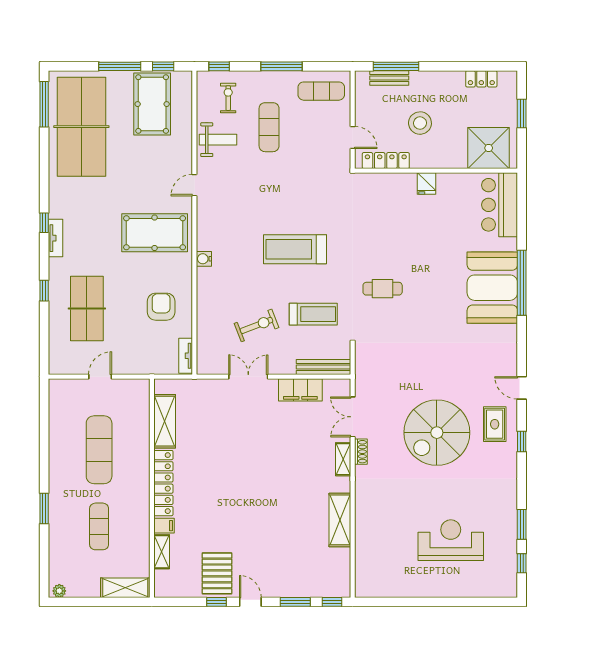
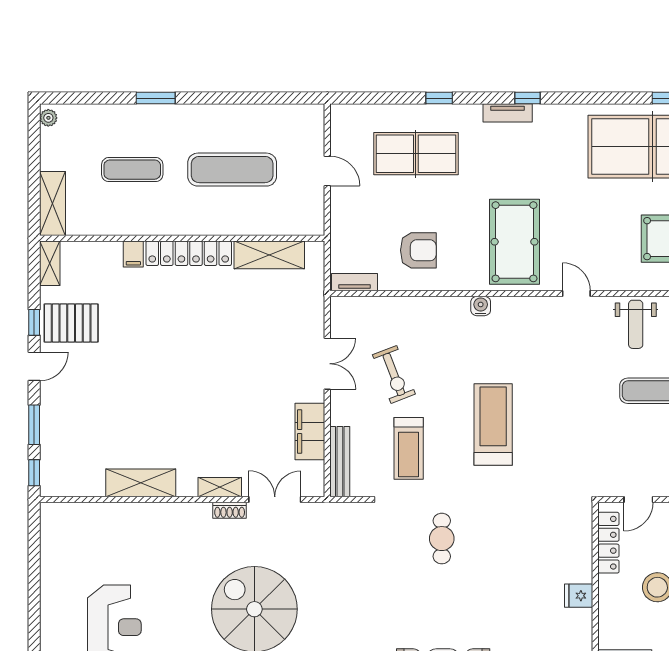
shelving: (162, 552) -> (50, 263), moved, turned 90

